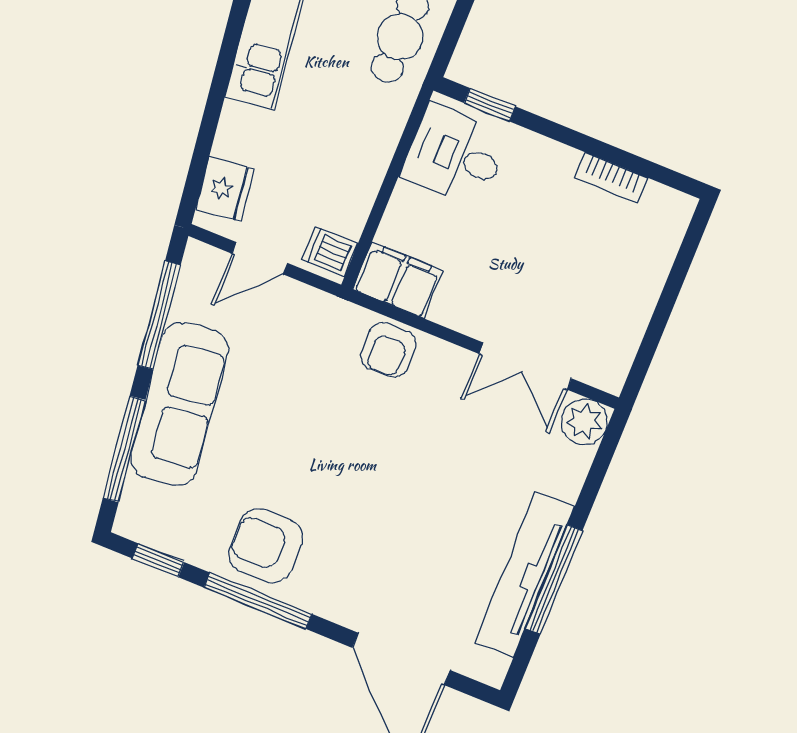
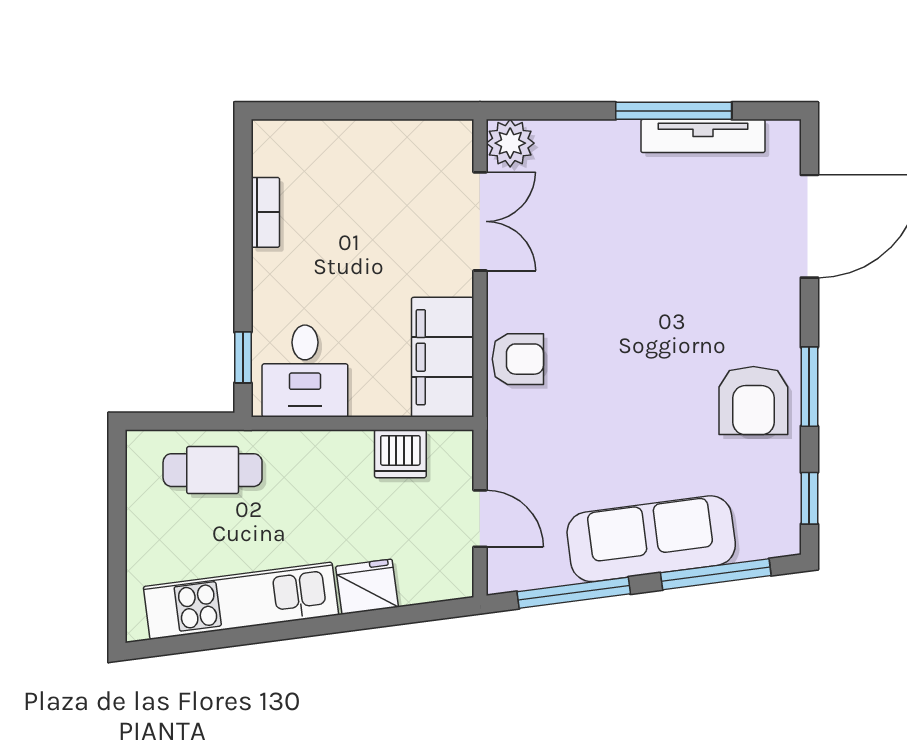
fridge: (225, 189) -> (367, 587), moved
dishwasher: (330, 252) -> (400, 454), moved, width x1.38
filing cabinet: (398, 280) -> (443, 357), width x1.50, depth x1.17
tv unit: (525, 575) -> (703, 136), width x0.73, depth x0.78
window: (258, 601) -> (809, 387), width x0.69

